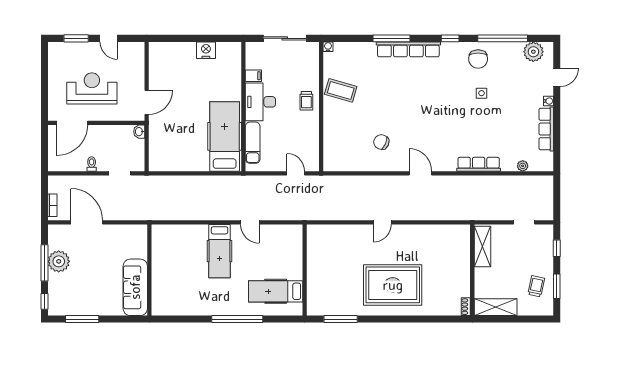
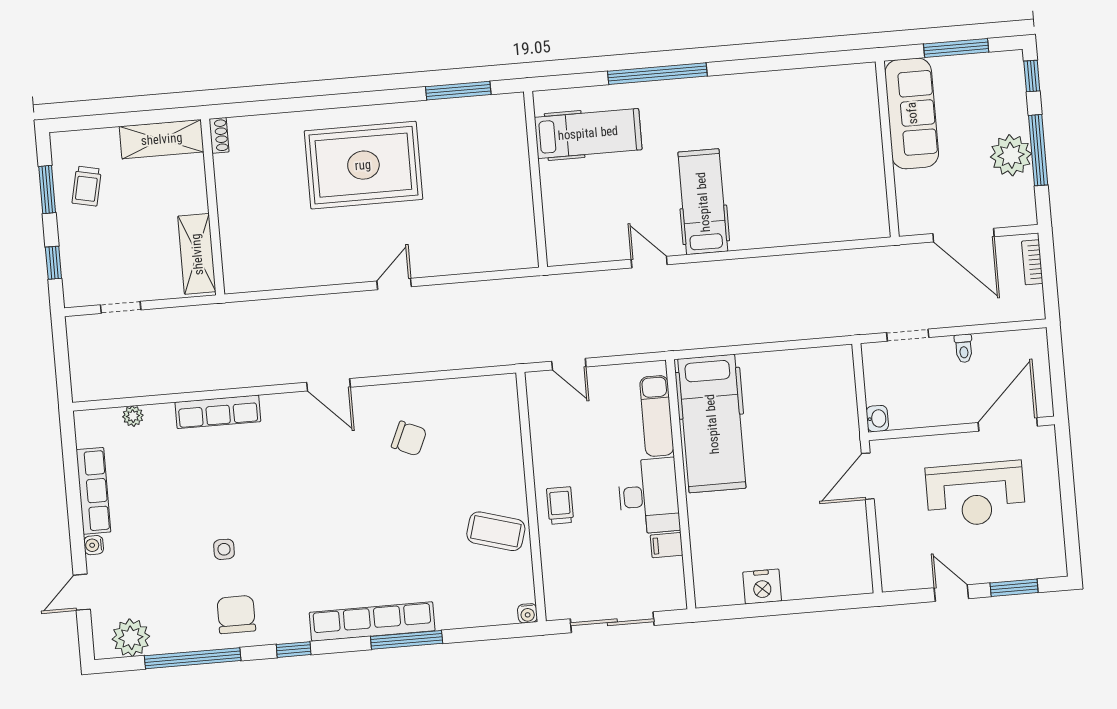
wall: (149, 270) -> (887, 149), moved
sofa: (135, 287) -> (912, 113), moved

